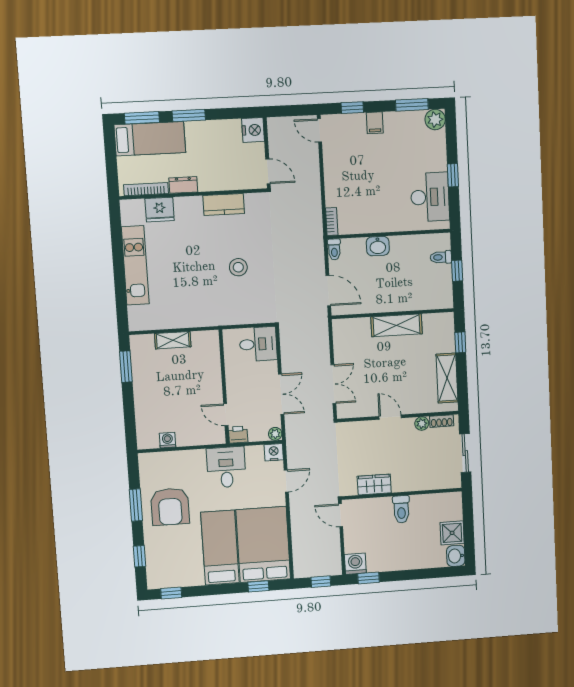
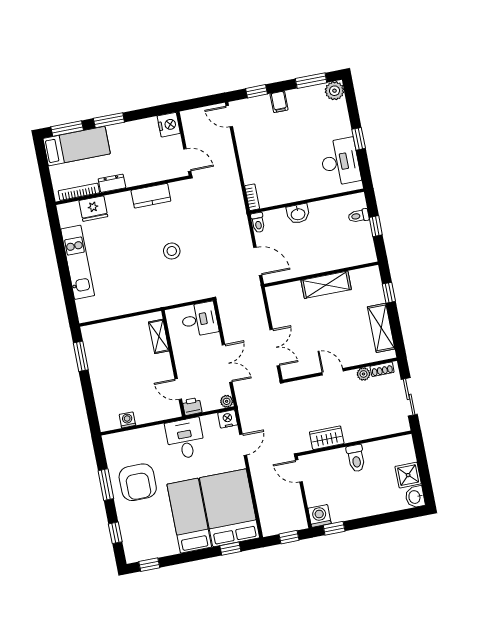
shelving: (173, 340) -> (159, 336), moved, turned 90

